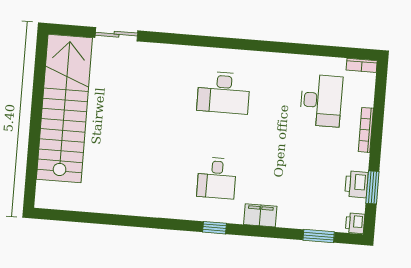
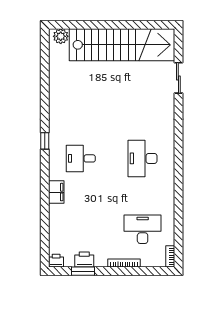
desk: (321, 100) -> (143, 229), turned 180
plant: (46, 192) -> (61, 36), added
window: (215, 228) -> (45, 141), moved
window: (319, 236) -> (45, 235), removed

